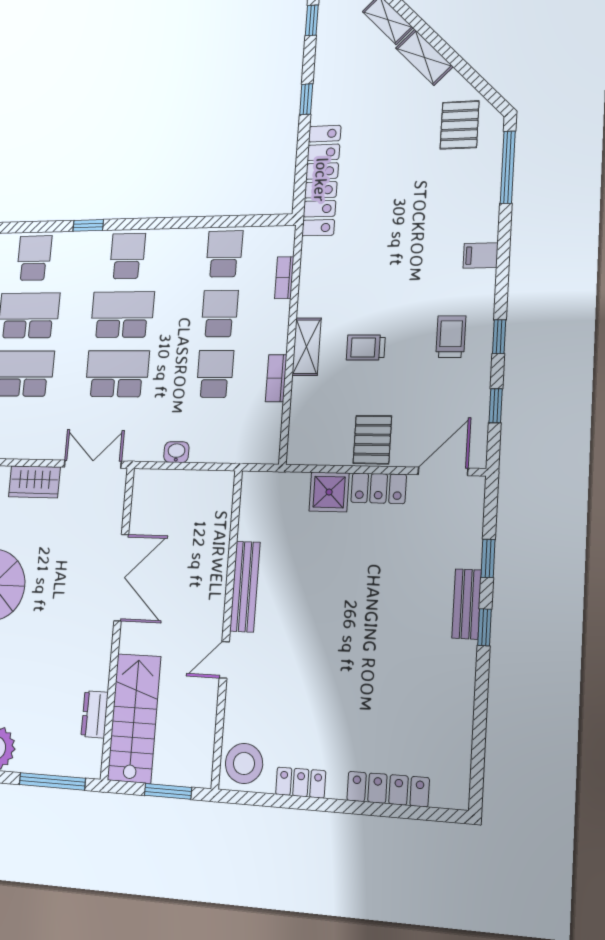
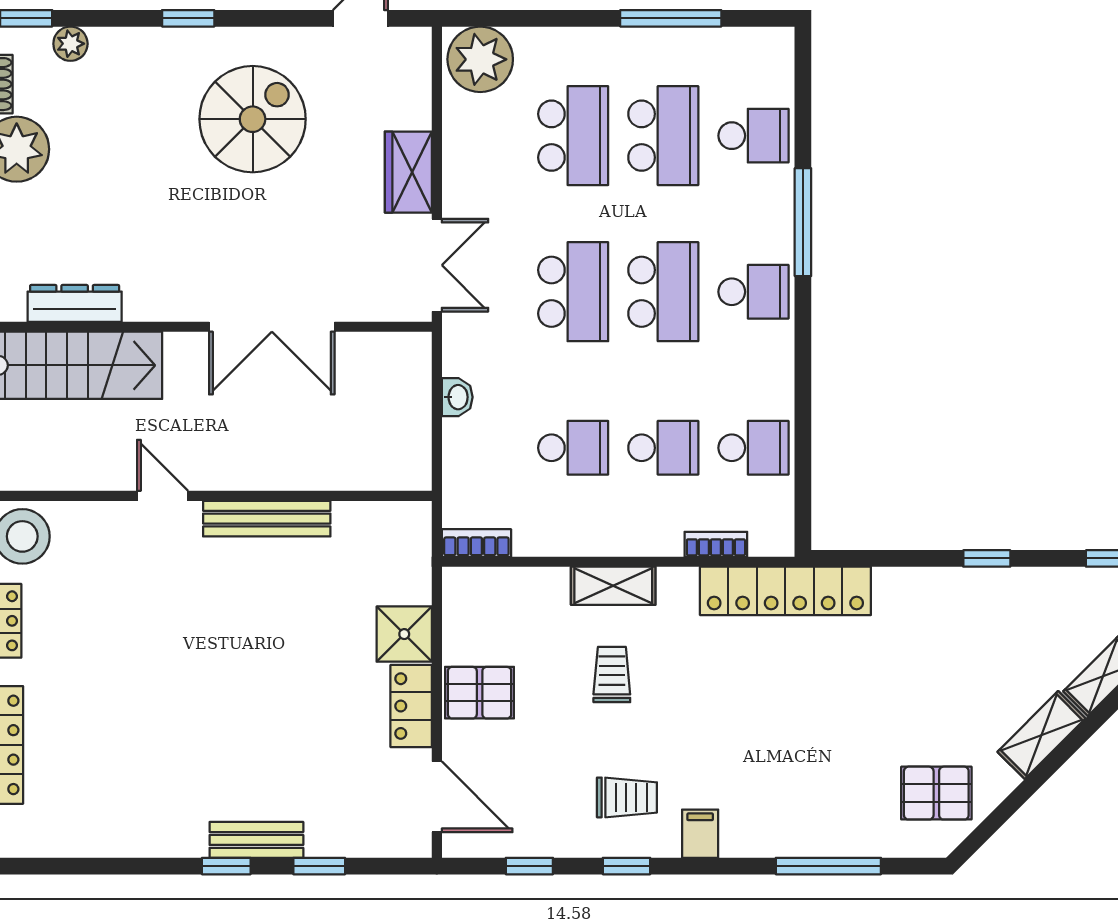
window: (508, 167) -> (828, 866), moved
locker: (321, 180) -> (785, 591), moved
window: (88, 225) -> (803, 222), width x2.17
filing cabinet: (481, 255) -> (700, 834), moved
bookcase: (276, 378) -> (476, 543), moved
dresser: (95, 714) -> (75, 303), width x1.44

